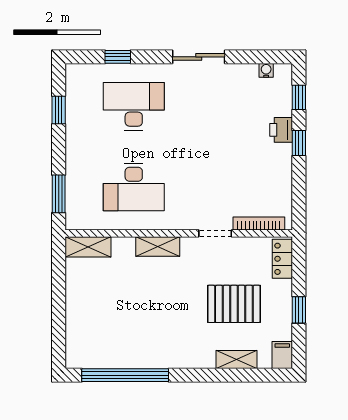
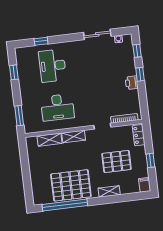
sliding door: (199, 57) -> (97, 34), moved
desk: (134, 106) -> (52, 66), turned -90
printer: (281, 130) -> (132, 83), moved
shelving: (88, 247) -> (50, 140), moved
pallet: (141, 339) -> (71, 185), added
shelving: (236, 359) -> (109, 191), moved

